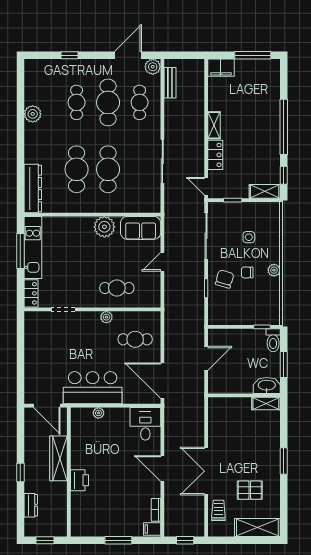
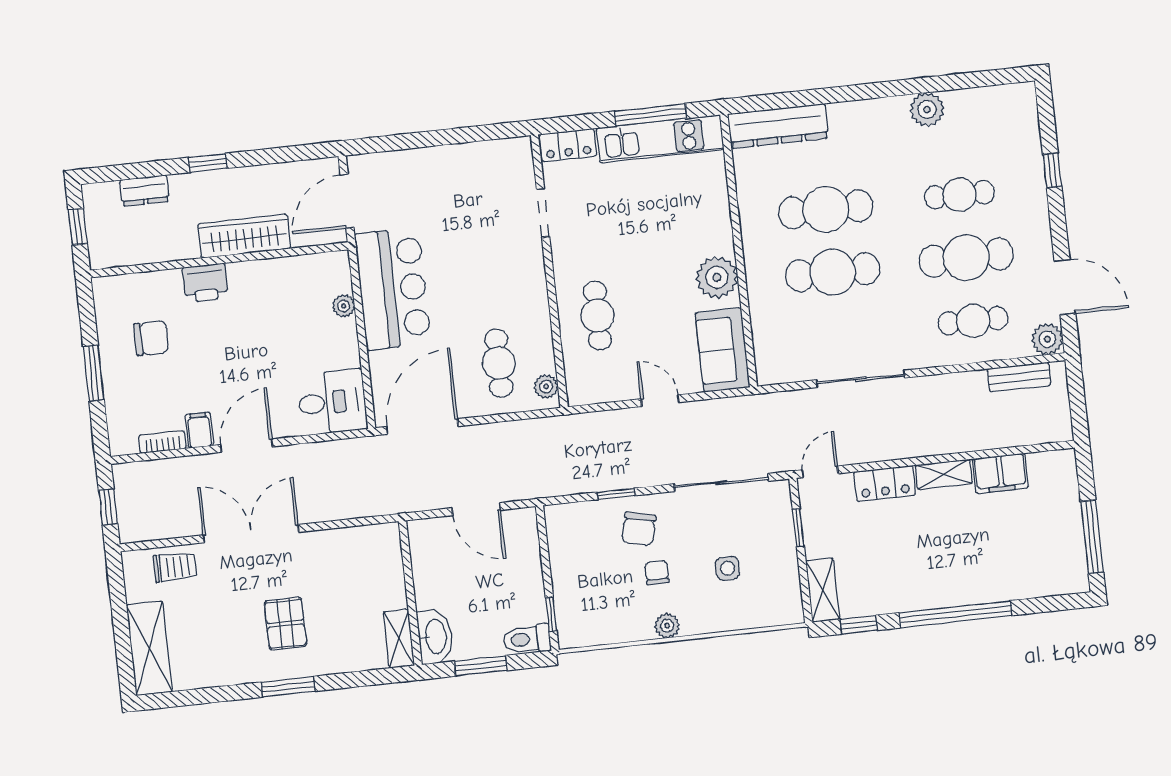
filing cabinet: (221, 68) -> (1000, 473), moved, turned -90
chair: (225, 279) -> (639, 529), turned 87
plant: (106, 317) -> (546, 386), moved
pallet: (250, 490) -> (285, 624), moved
chair: (104, 510) -> (151, 338), added
filing cabinet: (152, 529) -> (199, 430), moved

